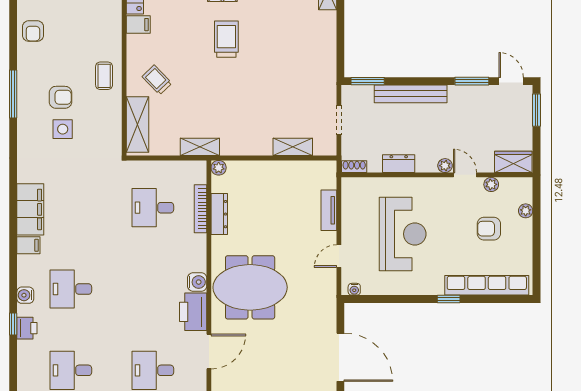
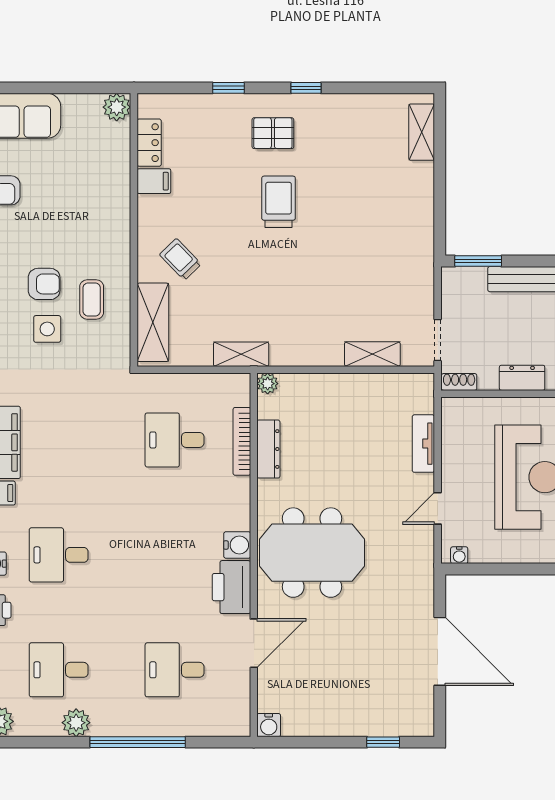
coffee table: (104, 76) -> (92, 299), moved
doorway: (339, 120) -> (438, 340), moved

